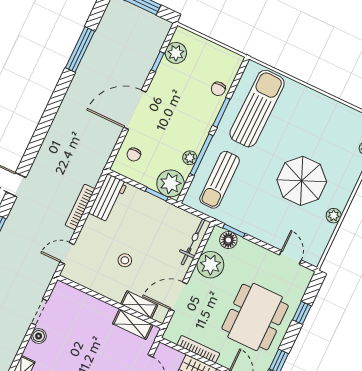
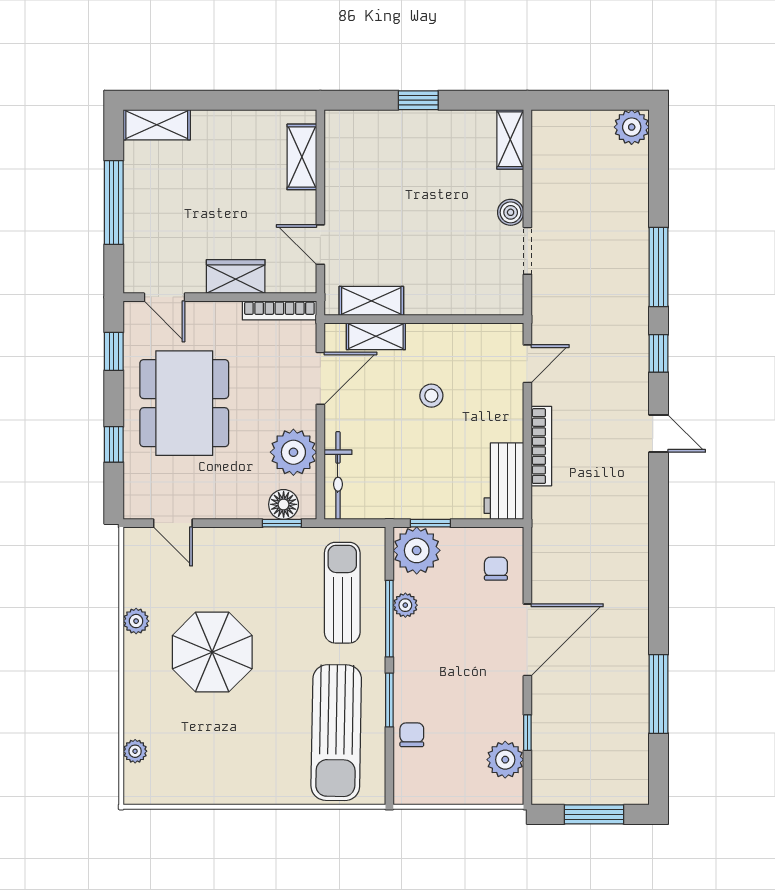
bookcase: (198, 349) -> (279, 310), moved

